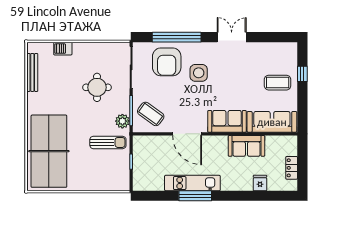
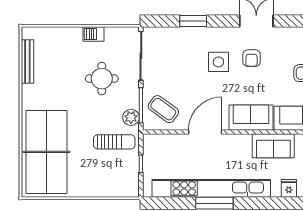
window: (177, 37) -> (193, 21), width x0.47
barbecue: (63, 49) -> (93, 34), moved
armchair: (167, 62) -> (252, 58), moved, width x0.53, depth x0.53
door: (187, 134) -> (205, 132), swing flipped
kitchen unit: (192, 183) -> (211, 188), width x1.86

